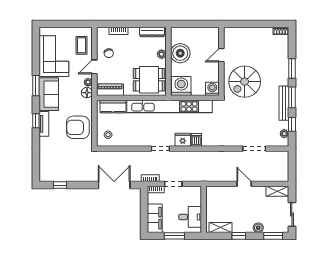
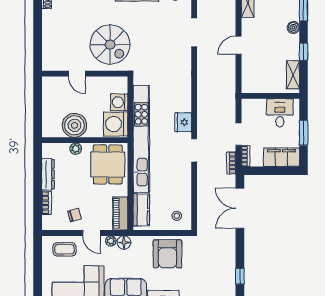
dresser: (152, 32) -> (48, 174), moved
washing machine: (212, 89) -> (119, 102), moved
dishwasher: (196, 140) -> (183, 105), removed

